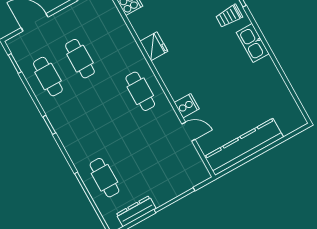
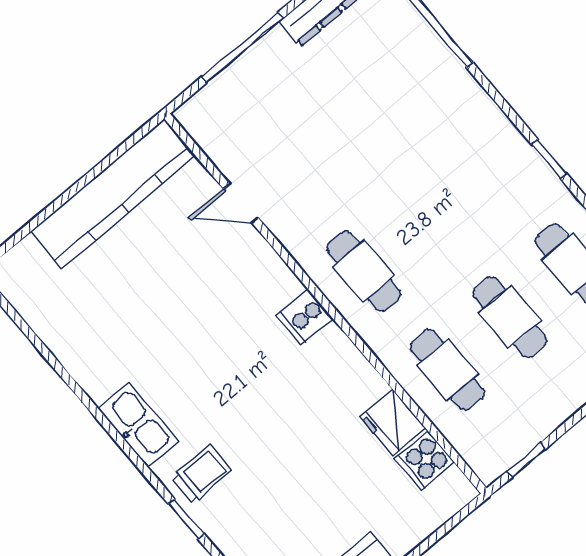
fridge: (154, 46) -> (393, 423), moved
cooker: (187, 106) -> (305, 317), moved
cafe table: (104, 178) -> (447, 370), moved

